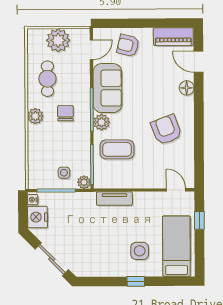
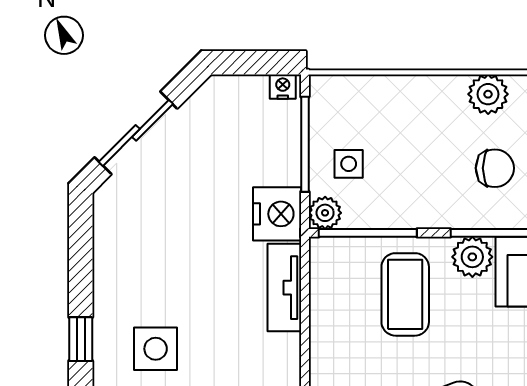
nightstand: (38, 217) -> (277, 214), moved, turned 90

